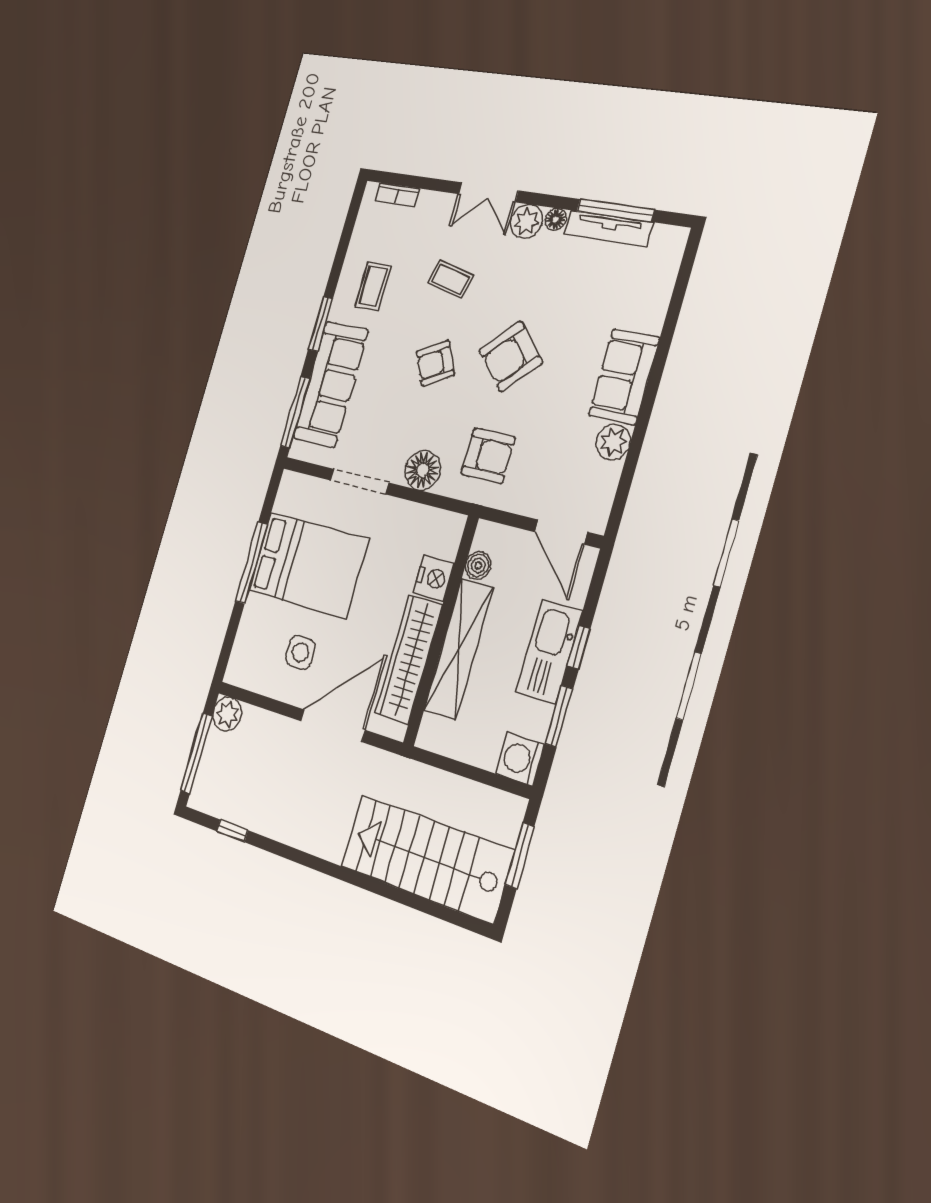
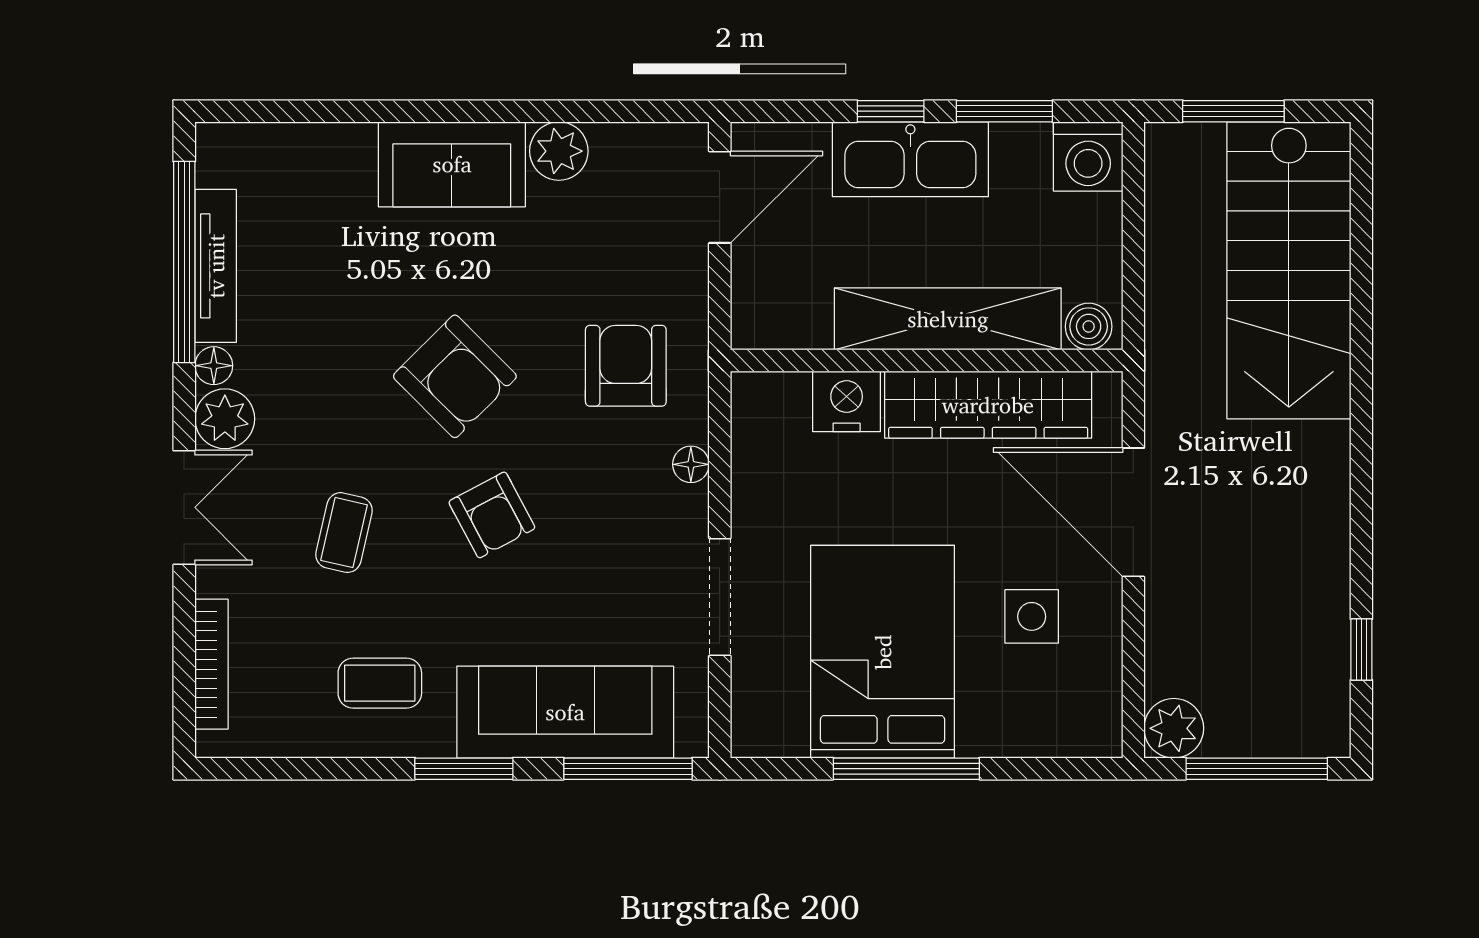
bookcase: (397, 195) -> (211, 664), width x1.56
window: (615, 210) -> (184, 262), width x1.46
floor lamp: (423, 470) -> (691, 464), width x0.53, depth x0.53
boiler: (478, 565) -> (1089, 326), moved

